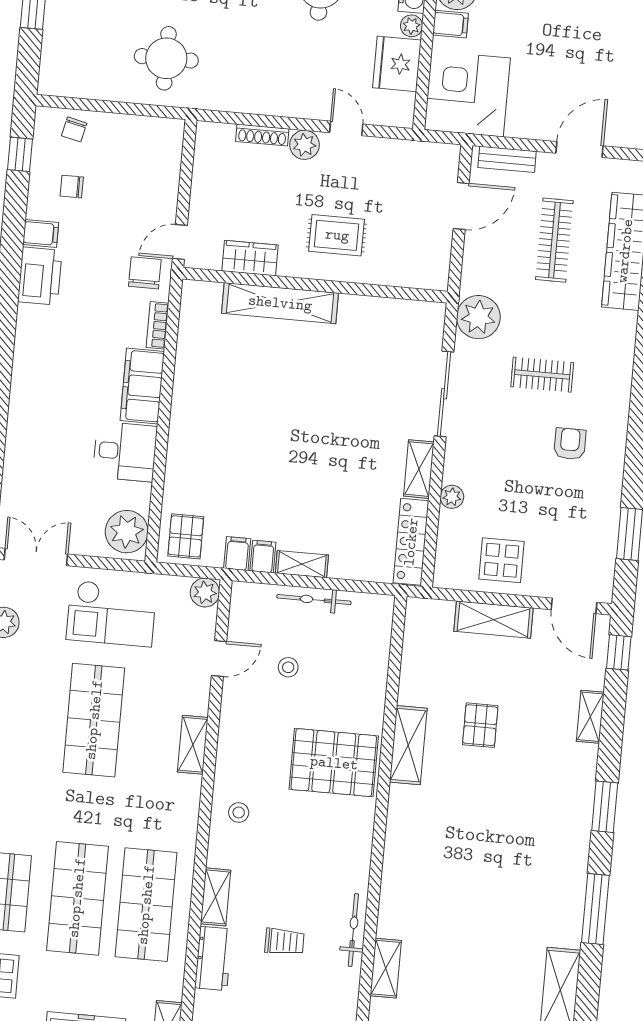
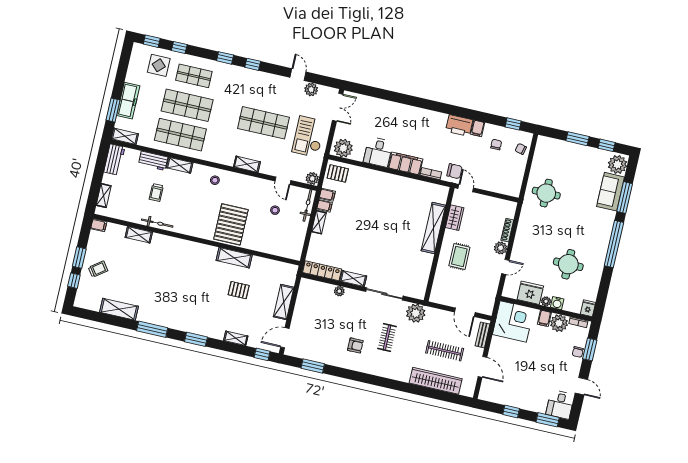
display table: (501, 560) -> (309, 309), removed
bicycle: (314, 600) -> (307, 205), moved

